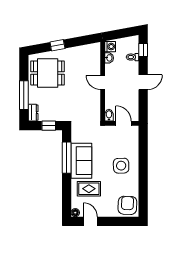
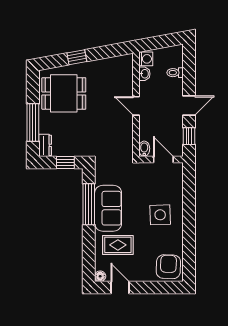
window: (143, 50) -> (189, 136), moved

